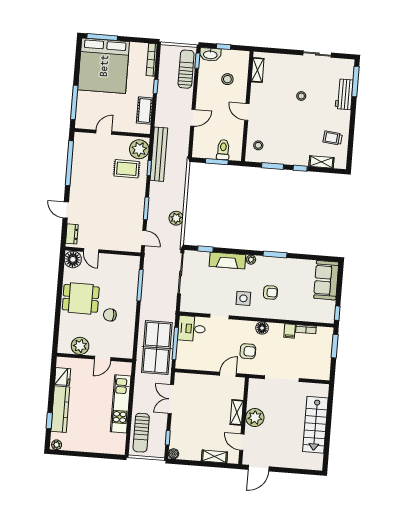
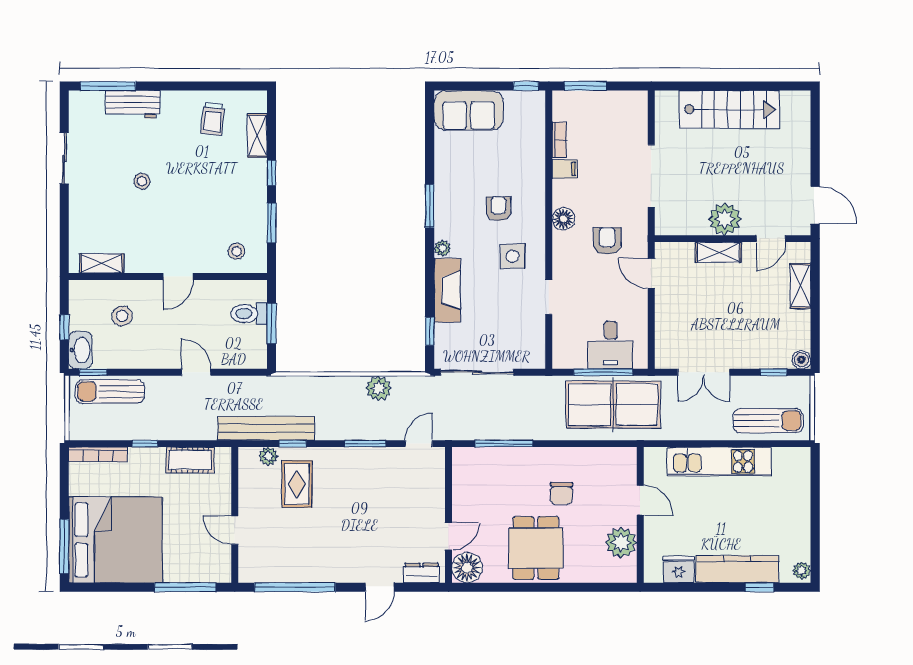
plant: (139, 149) -> (268, 456), width x0.53, depth x0.53
desk: (192, 329) -> (611, 345), moved

